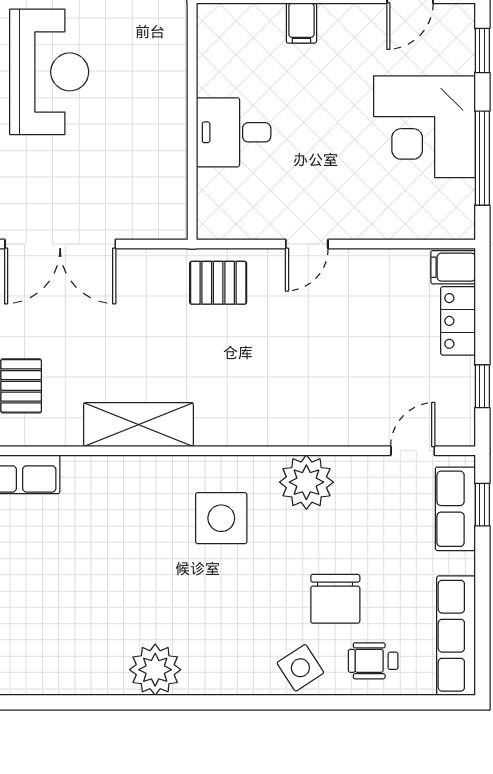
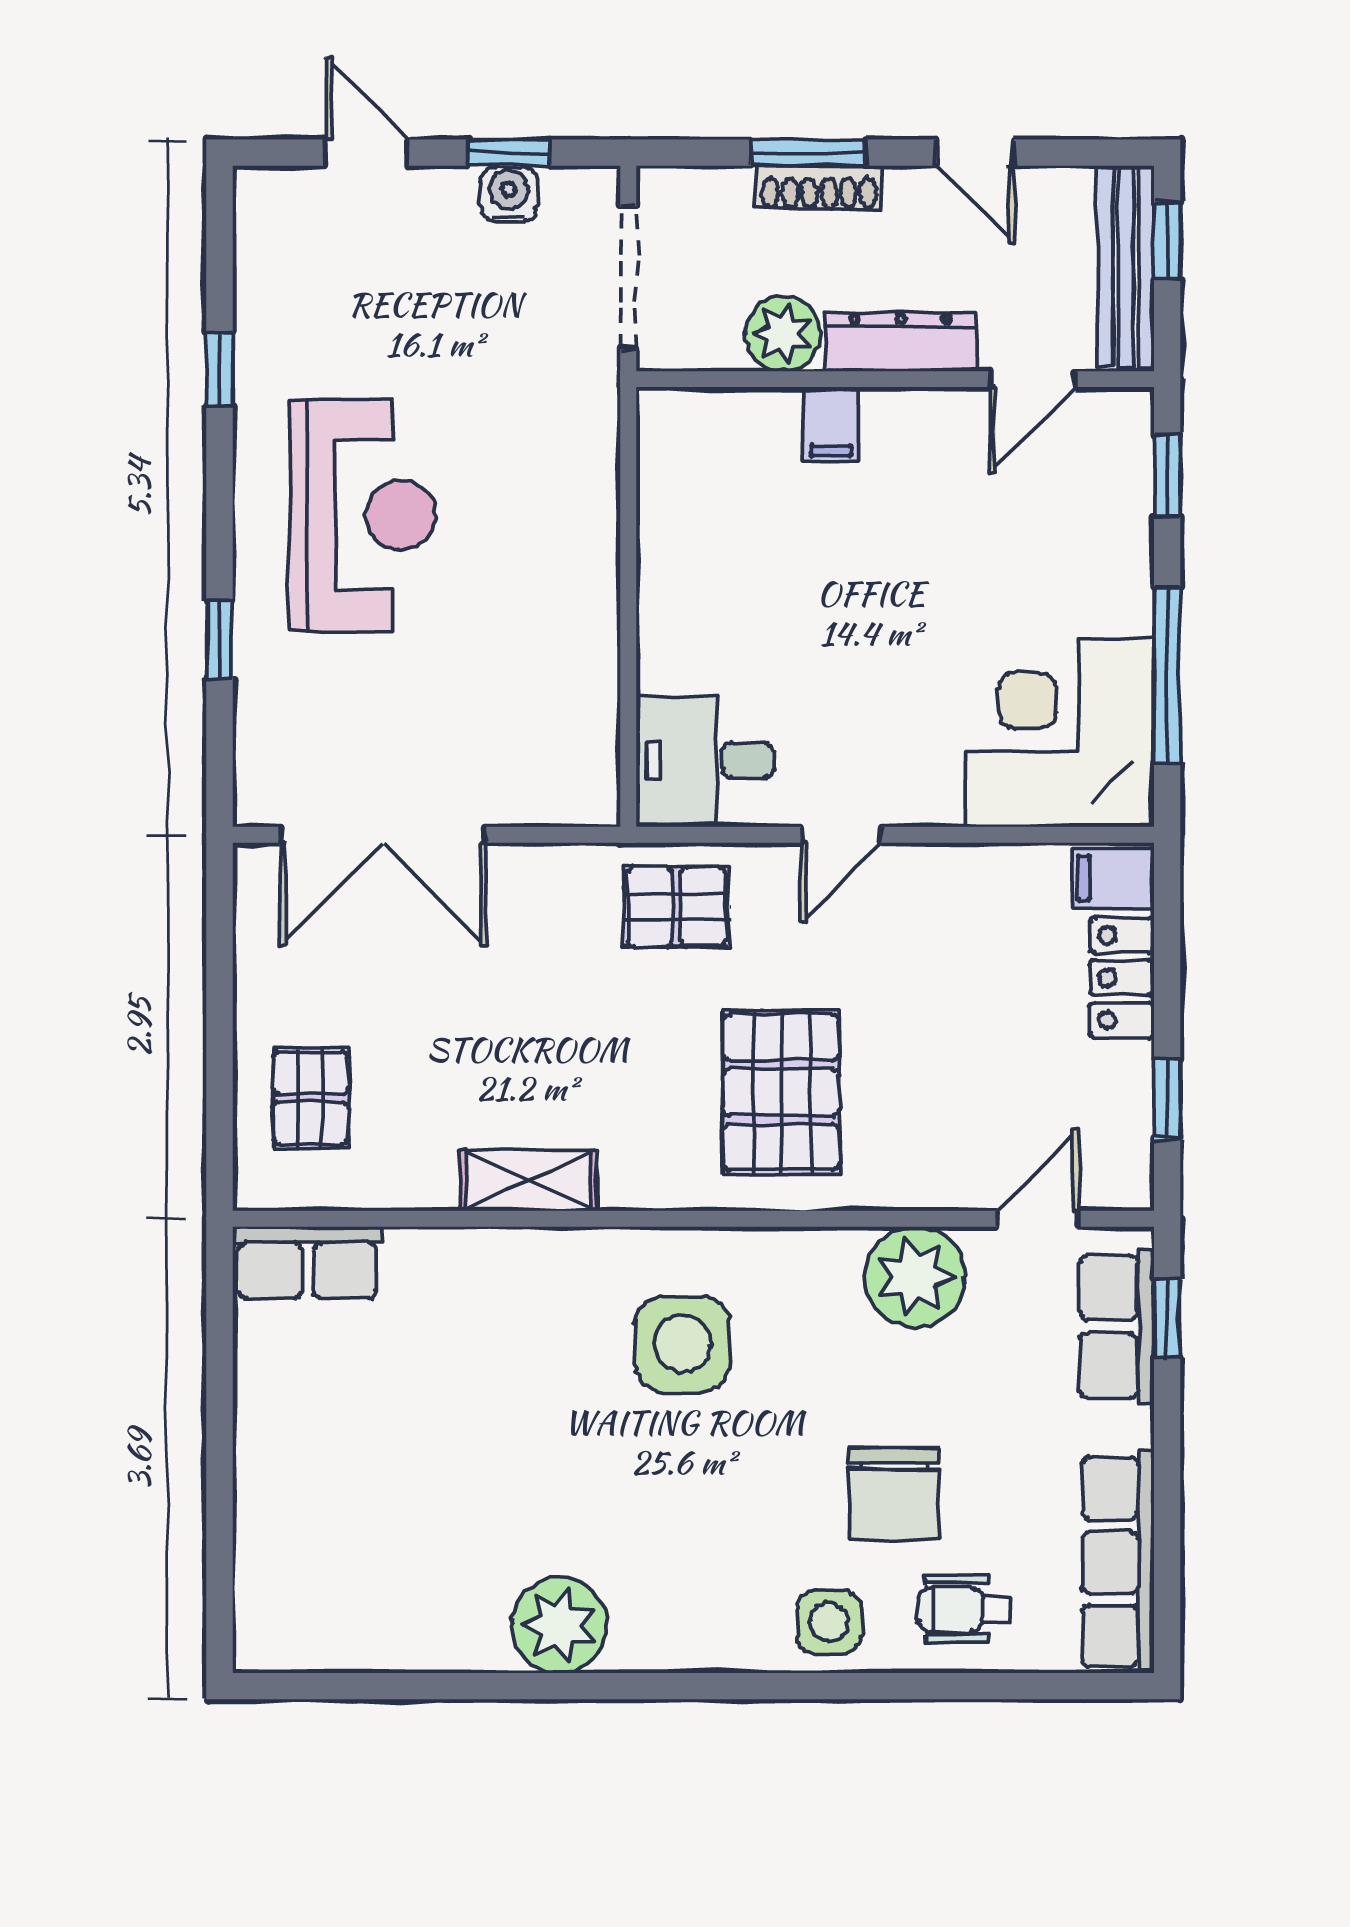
corner desk: (424, 127) -> (1060, 732), moved, turned 90
desk: (234, 132) -> (705, 760), moved
pallet: (275, 383) -> (781, 1092), added
shelving: (138, 425) -> (528, 1180), width x0.67, depth x0.75
plant: (306, 482) -> (915, 1277), moved
side table: (300, 668) -> (829, 1622), turned 33

